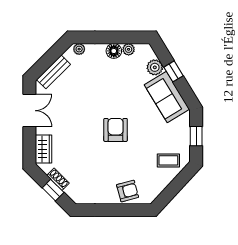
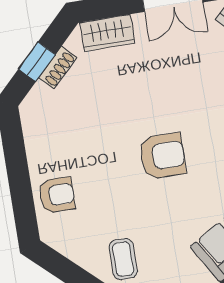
armchair: (128, 191) -> (57, 195), turned -75

